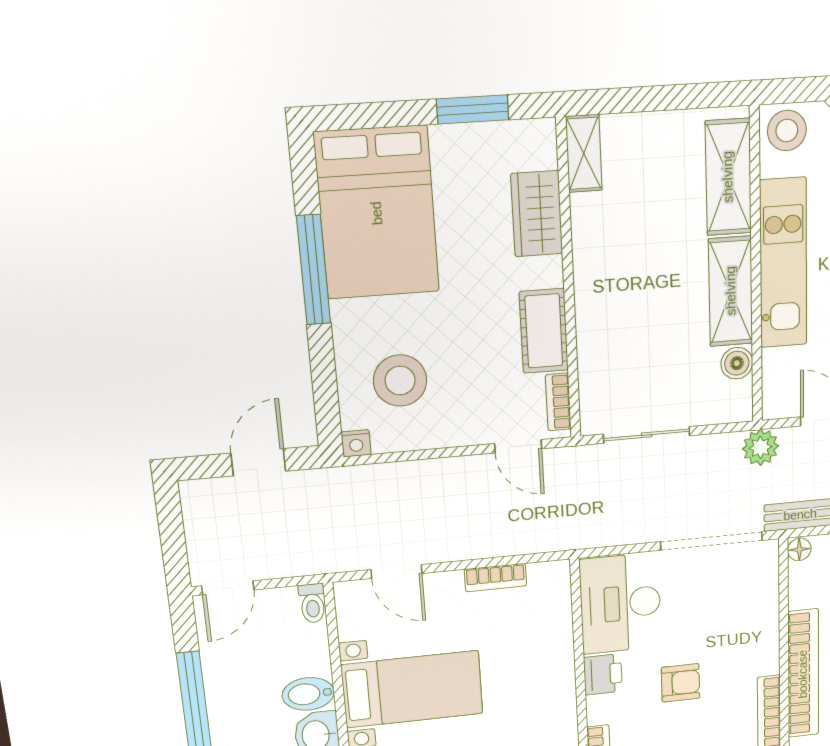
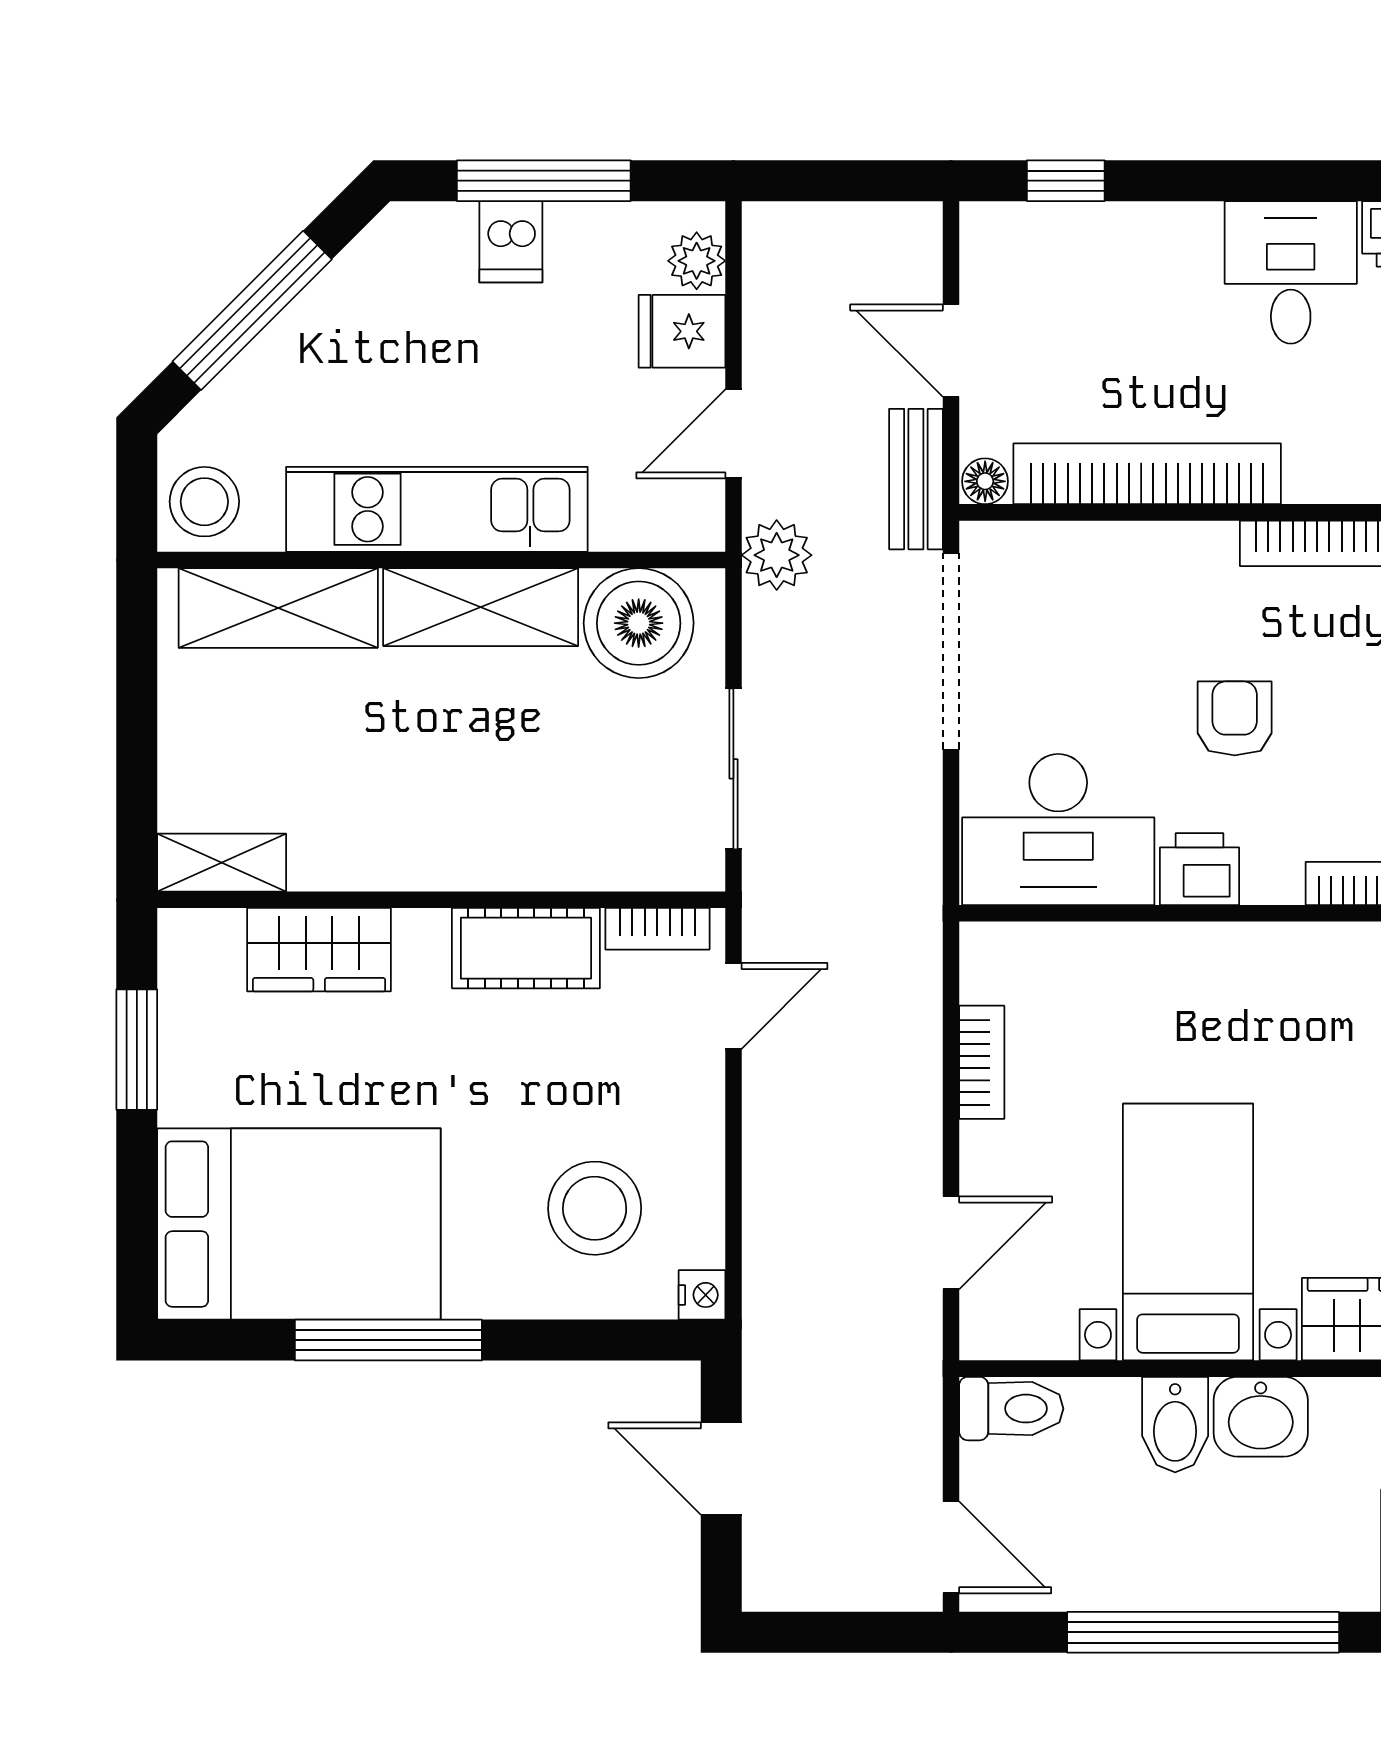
boiler: (737, 363) -> (639, 623), width x1.86, depth x1.86
toilet: (312, 603) -> (1011, 1409), width x1.37, depth x1.39
bookcase: (803, 674) -> (1147, 474), moved

